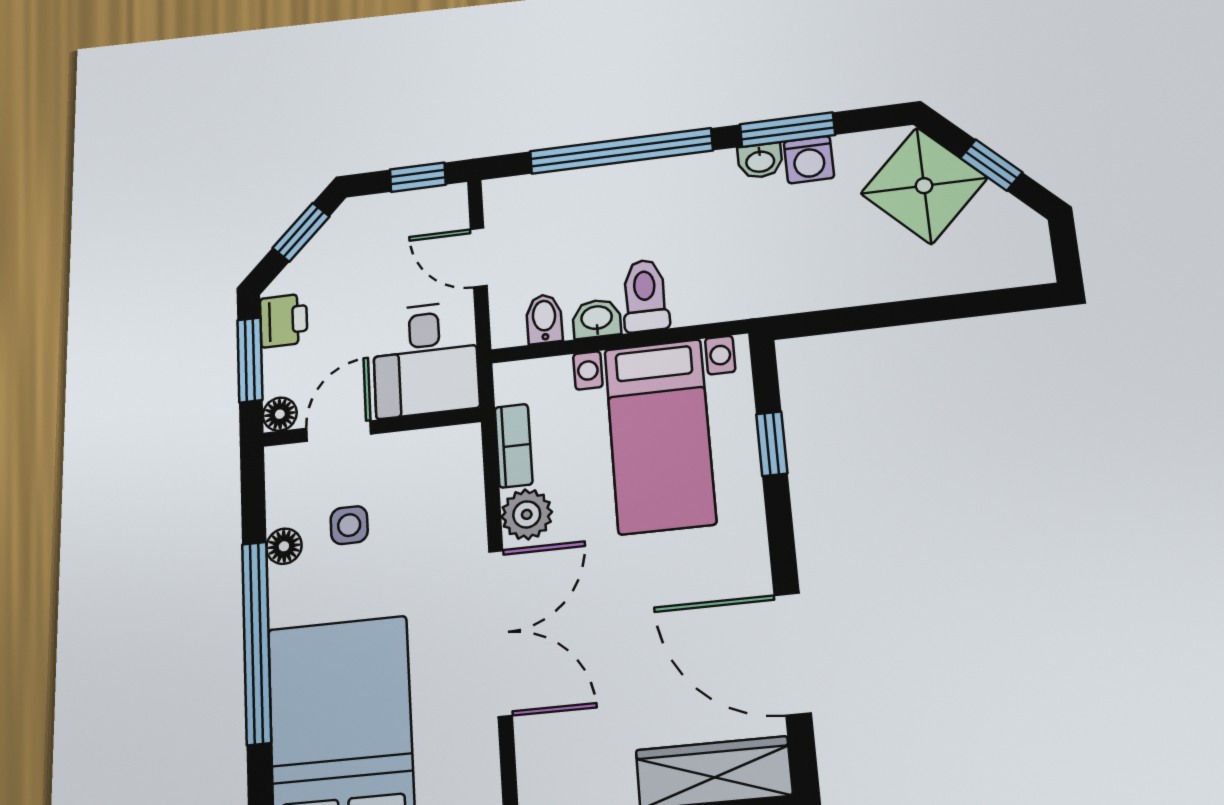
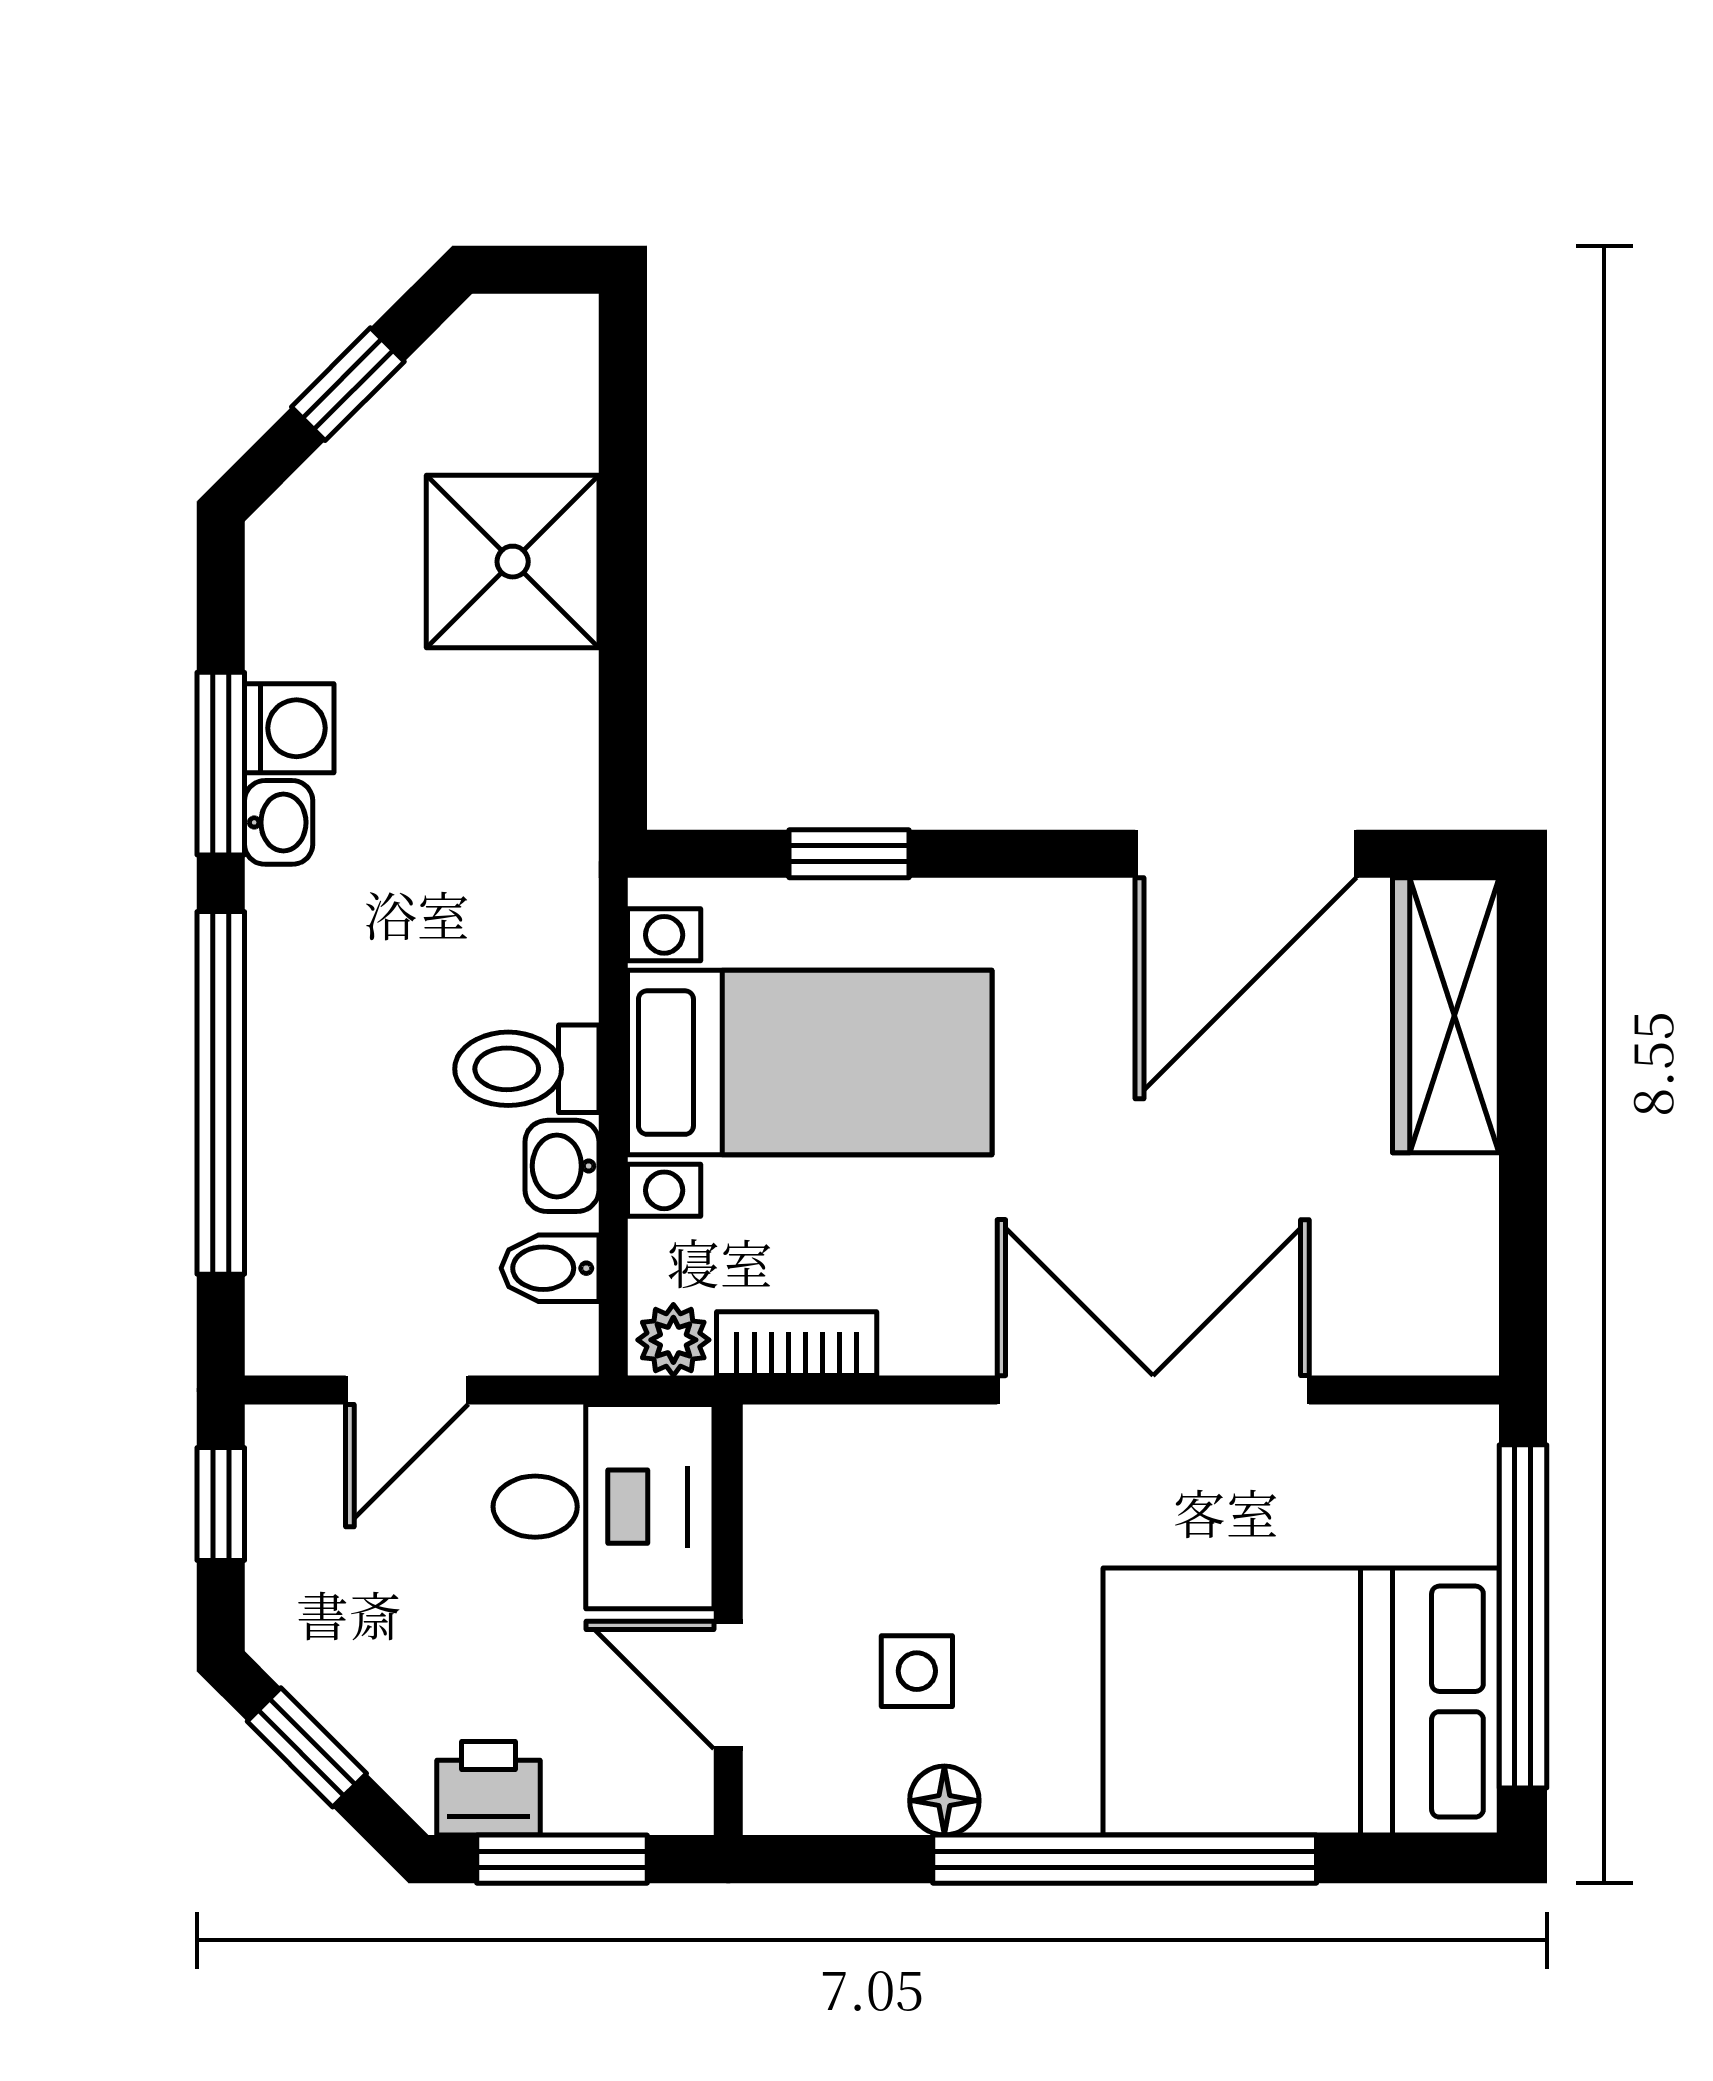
shower: (924, 186) -> (513, 562), moved, turned 45
floor lamp: (280, 414) -> (680, 1801), removed
plant: (527, 514) -> (673, 1340), moved, width x0.73, depth x0.73

